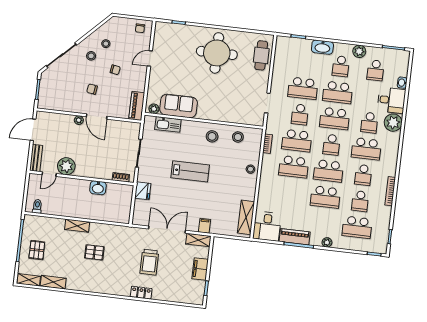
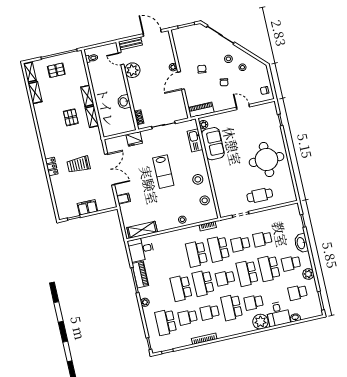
cafe table: (261, 55) -> (260, 195), moved
school desk: (303, 88) -> (262, 239), width x0.54
shelving: (198, 240) -> (92, 117), moved

